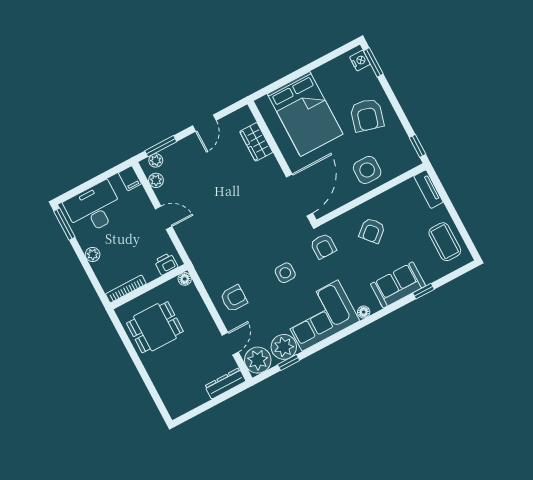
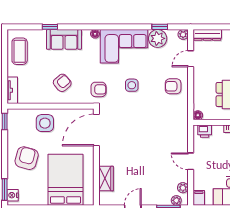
armchair: (323, 246) -> (98, 89), turned 90
plant: (258, 360) -> (183, 34), width x0.53, depth x0.53

